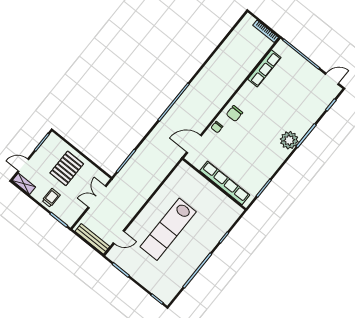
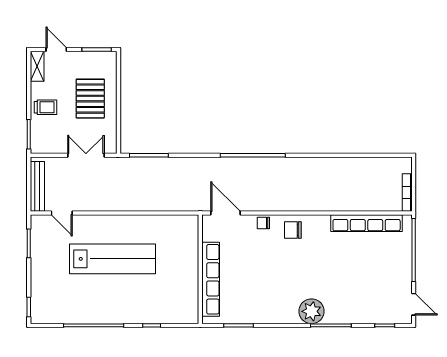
row of seats: (264, 68) -> (367, 223), width x1.36
pallet: (67, 168) -> (90, 99), turned 90
lab bench: (168, 229) -> (113, 259), turned 180

